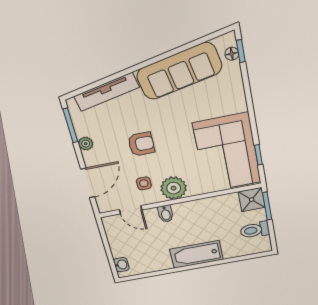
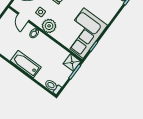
toilet: (255, 230) -> (53, 86), moved

